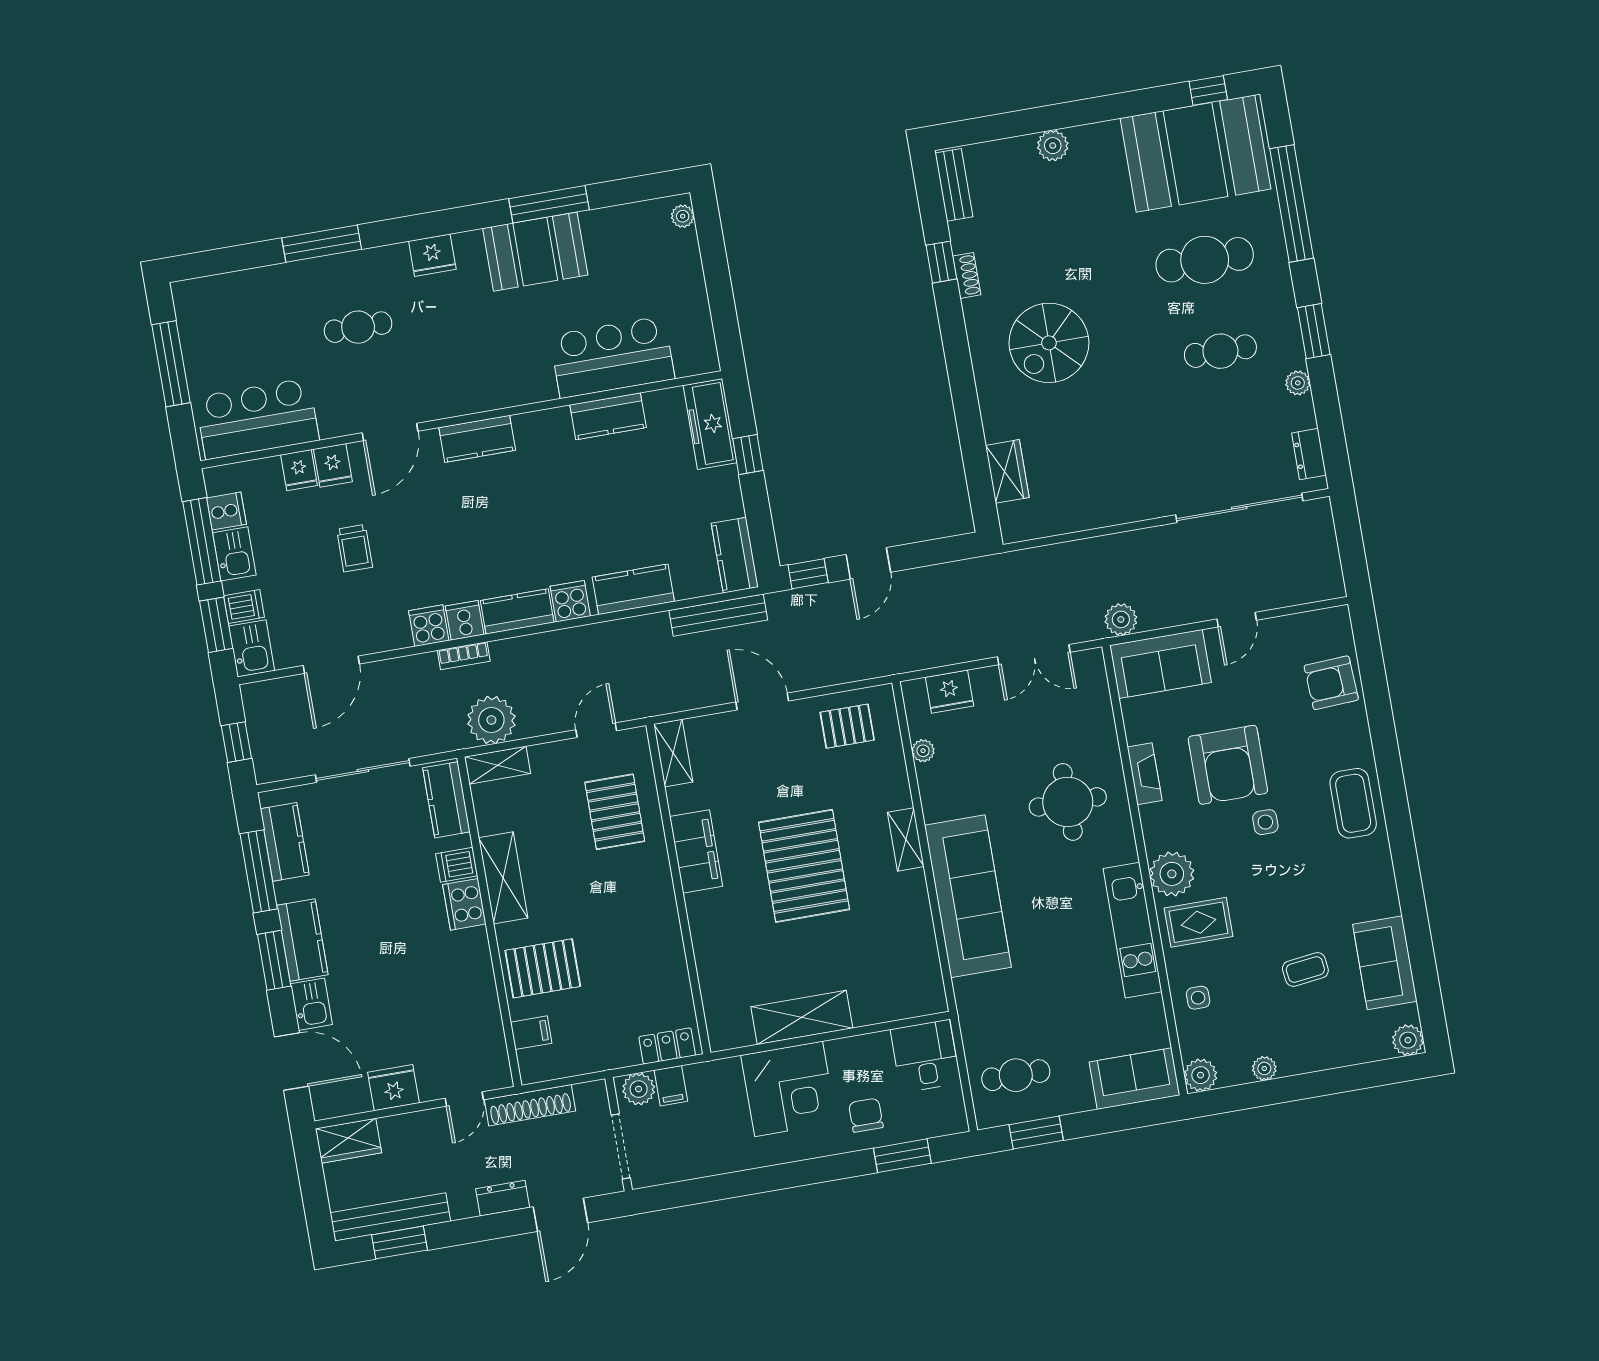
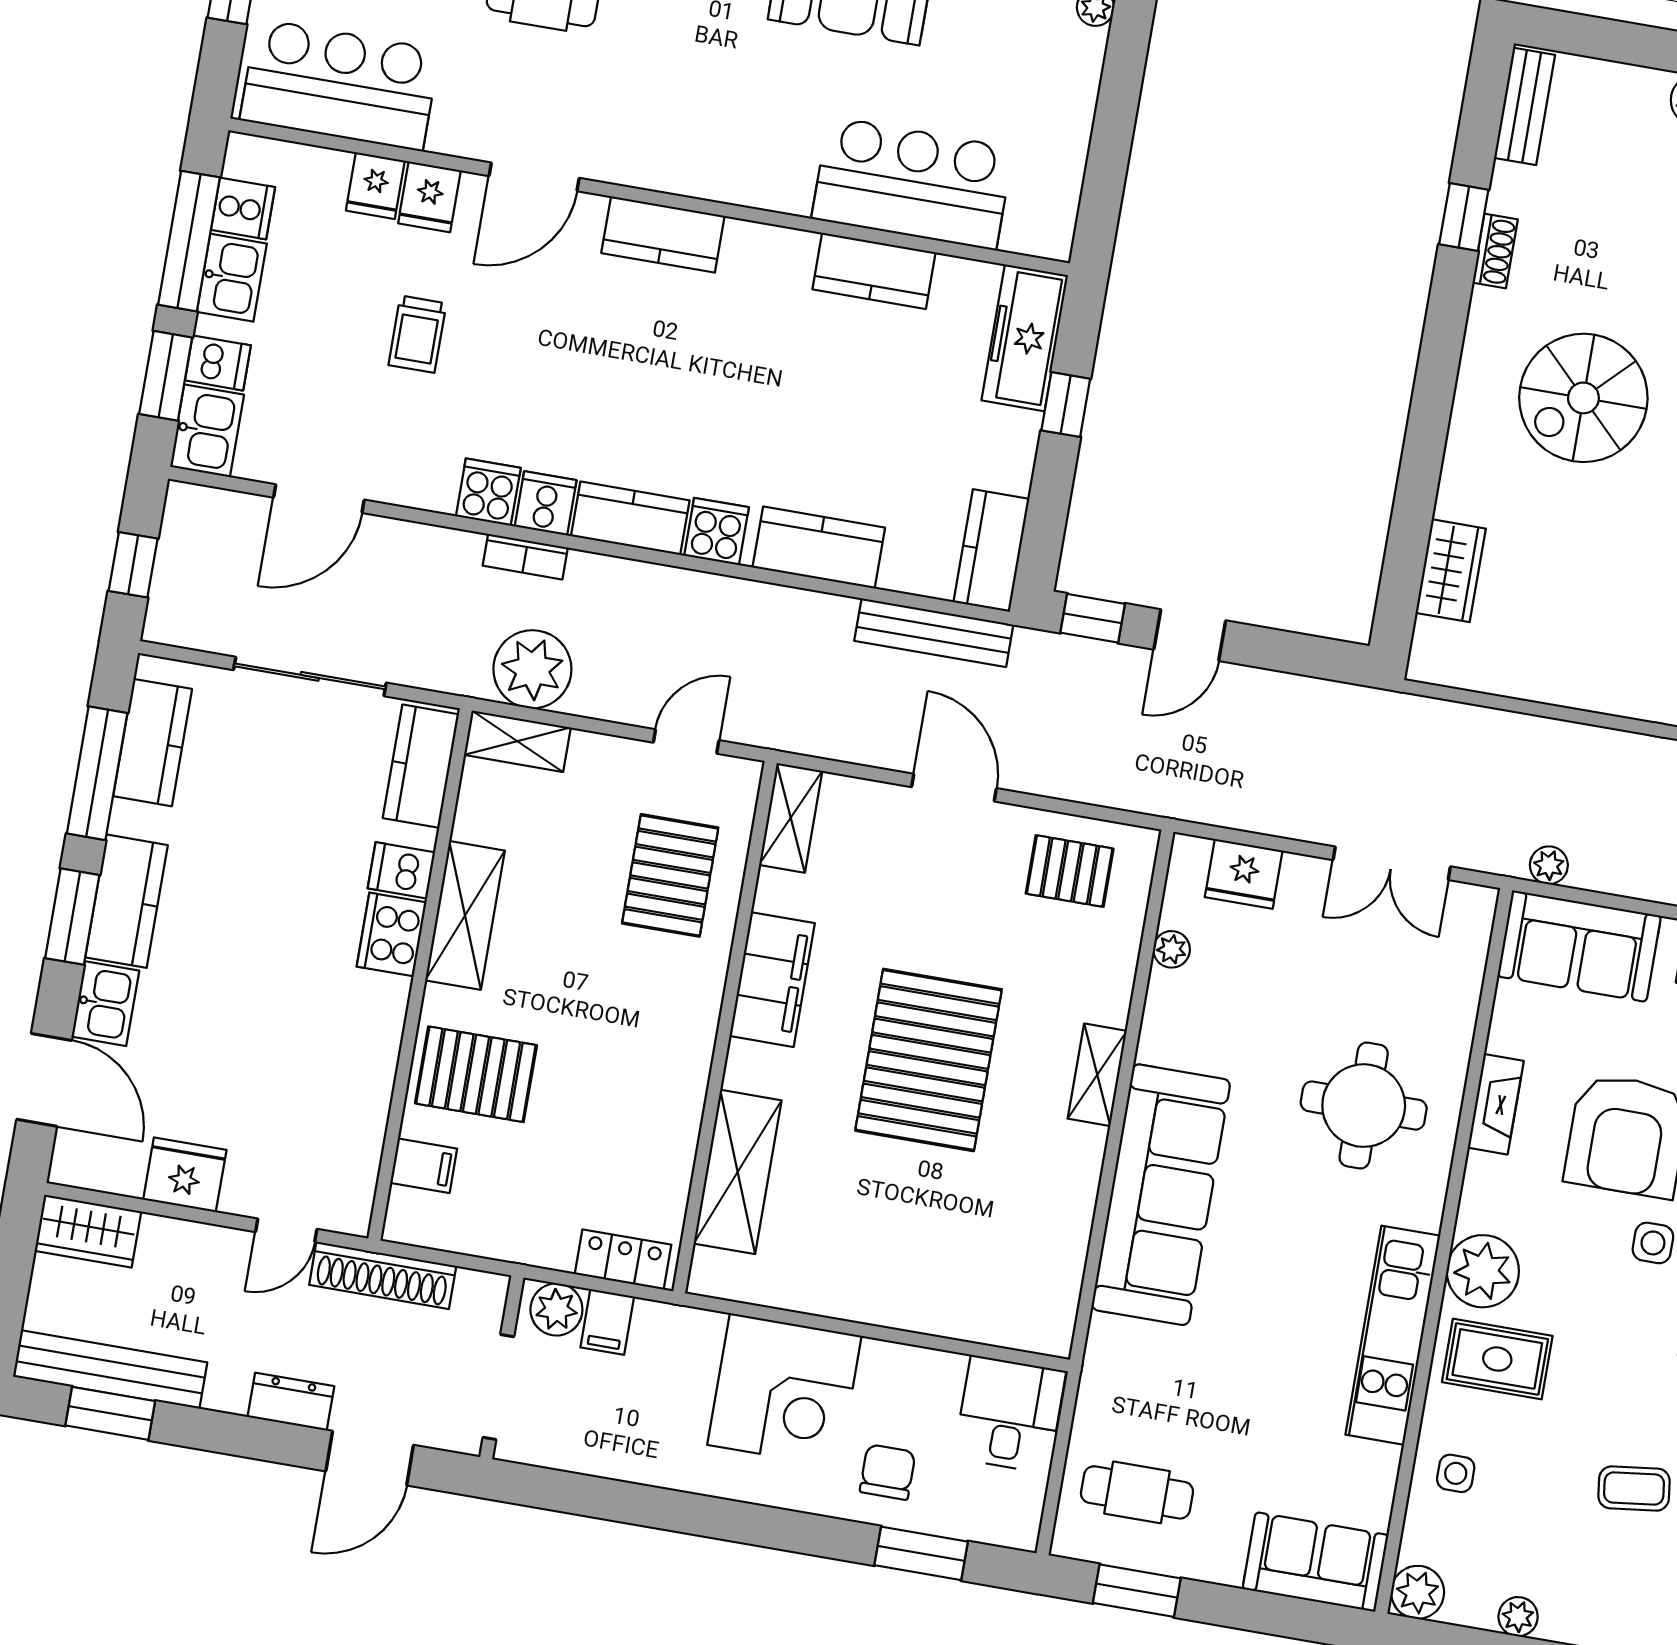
plant: (1121, 619) -> (1549, 865), width x0.73, depth x0.73
shelving: (802, 1017) -> (738, 1172), moved, turned 90

